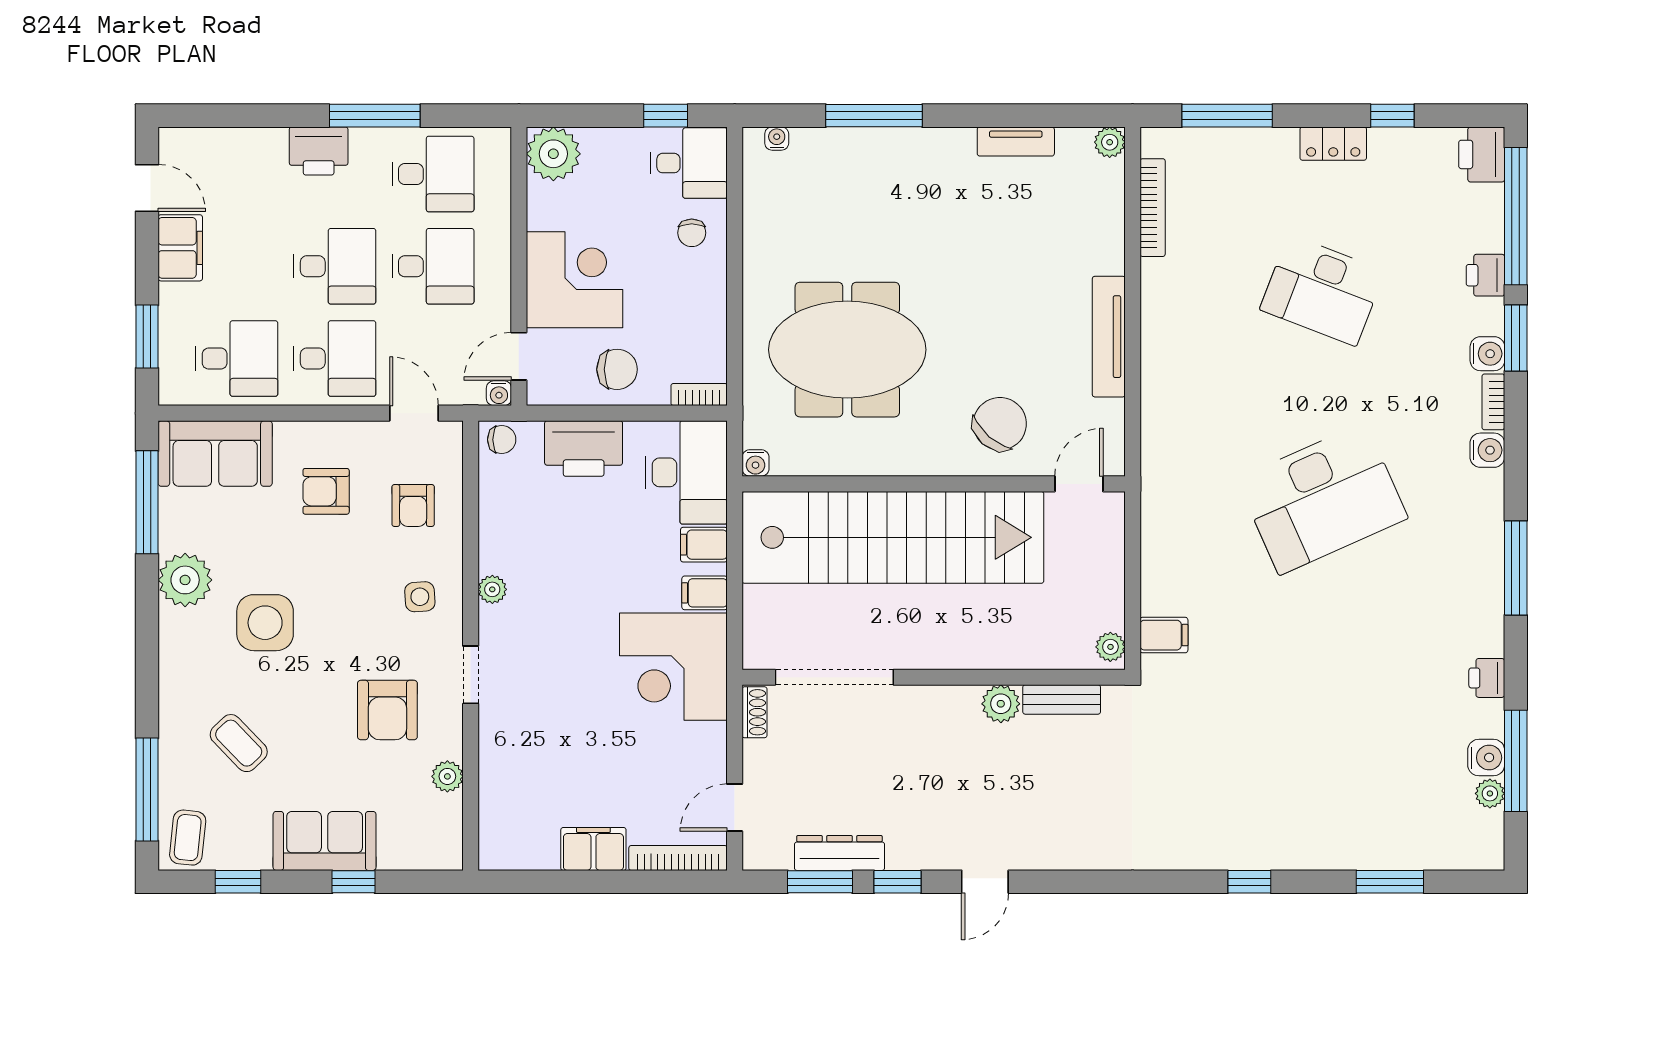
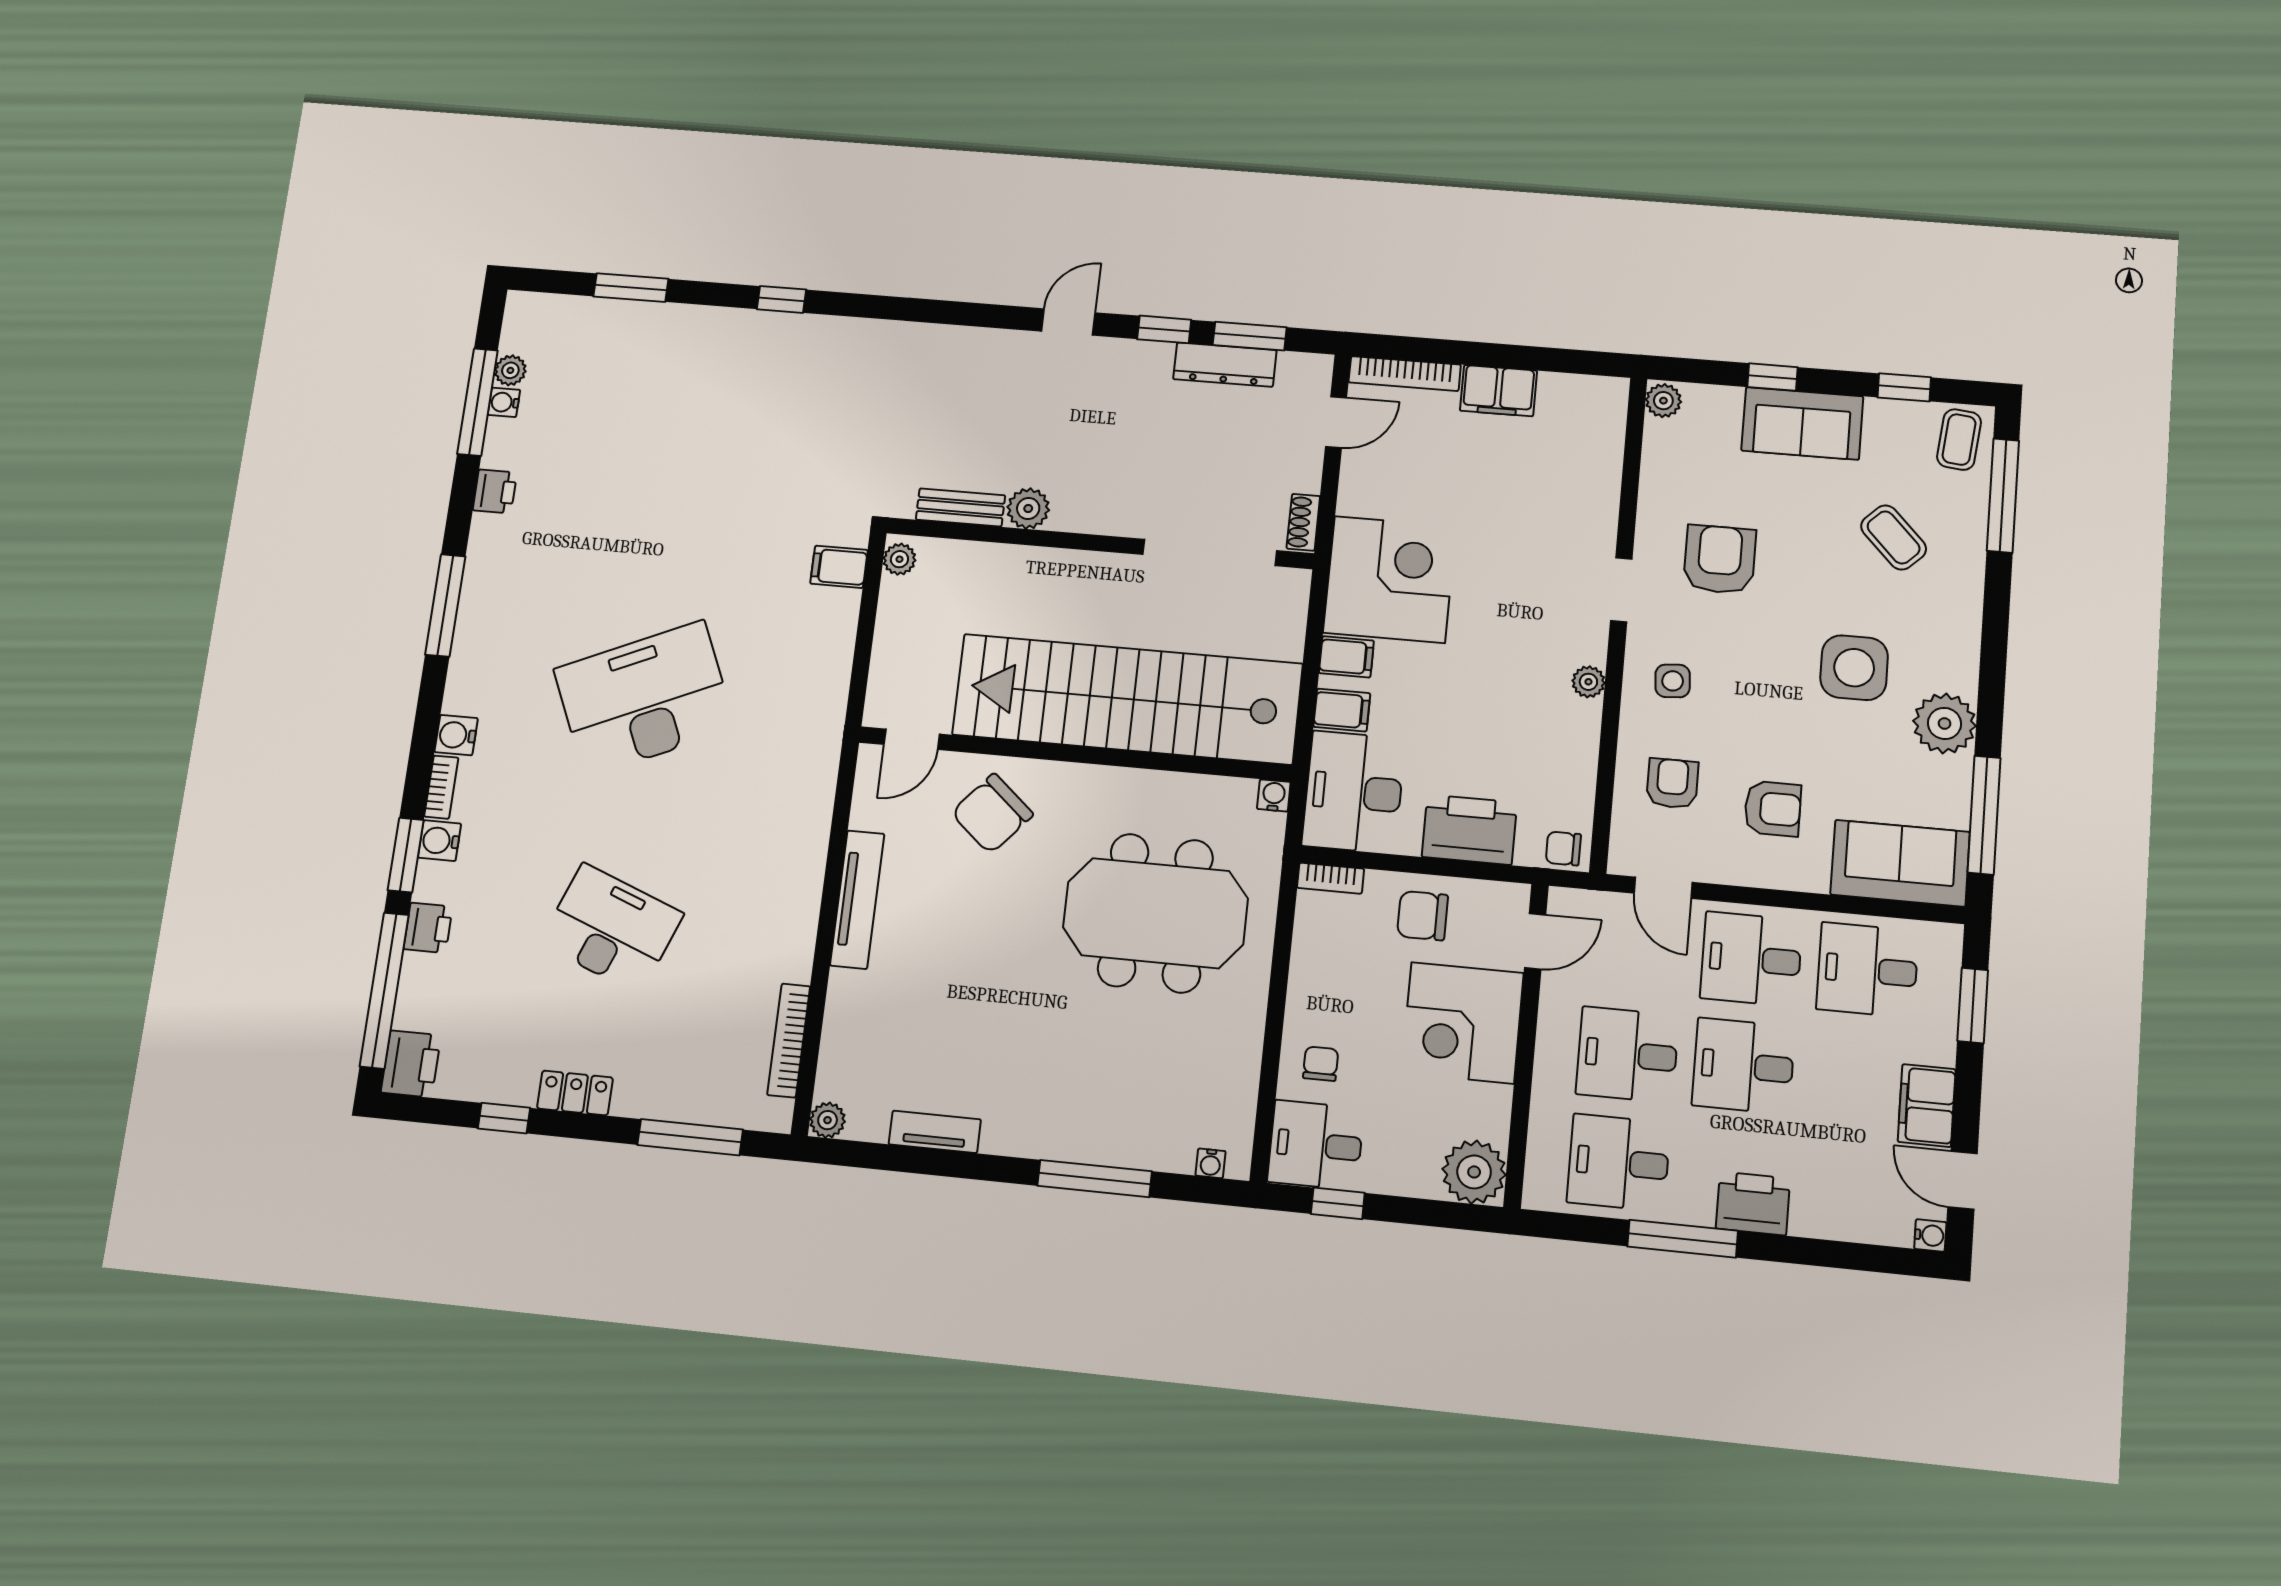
water cooler: (499, 393) -> (1930, 1235), moved, turned 90
water cooler: (1486, 758) -> (504, 402), width x0.72, depth x0.72
plant: (447, 776) -> (1663, 401), moved

